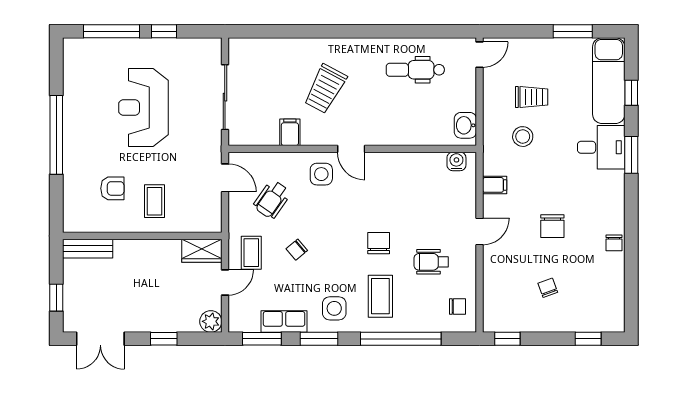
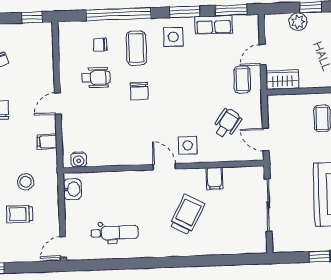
chair: (297, 250) -> (205, 83), removed
chair: (457, 307) -> (100, 45), moved
plant: (211, 321) -> (298, 22), moved

